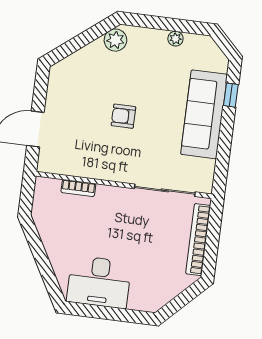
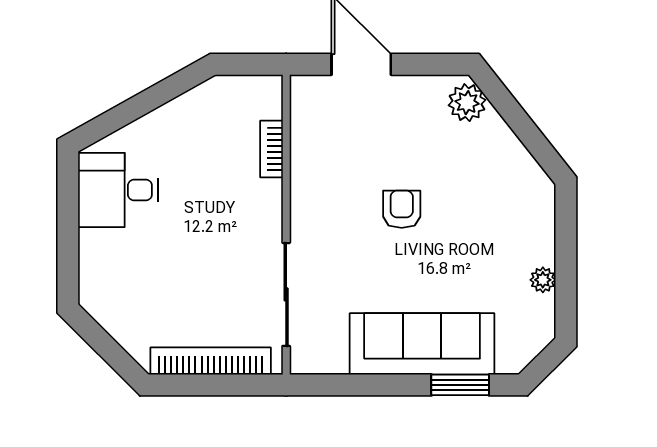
plant: (115, 40) -> (467, 103), moved
window: (231, 95) -> (460, 385), width x1.50
desk: (99, 282) -> (118, 190), width x0.73

